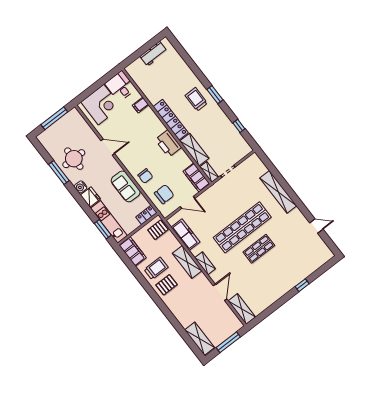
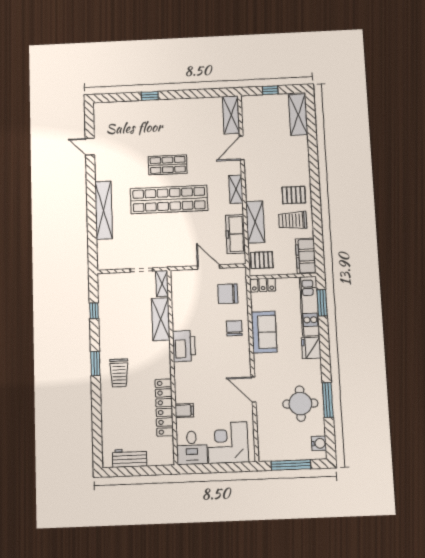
locker: (171, 120) -> (164, 407), moved
filing cabinet: (196, 178) -> (180, 287), removed
water cooler: (81, 187) -> (319, 443), moved
shelving: (187, 262) -> (255, 222), moved
window: (228, 342) -> (270, 90), width x0.46

